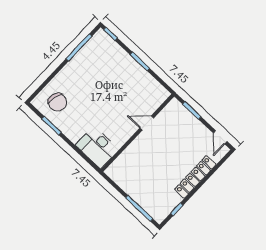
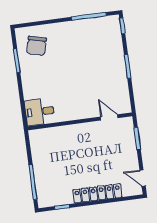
door: (147, 123) -> (109, 117), moved
door: (220, 137) -> (143, 178), hinge flipped
desk: (97, 147) -> (40, 112), width x0.73

